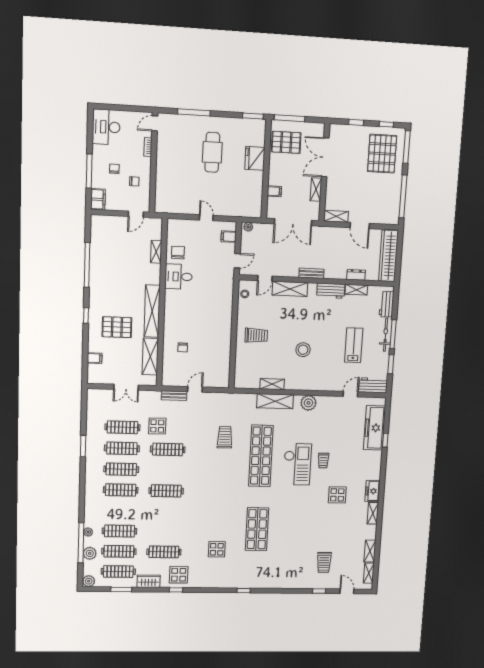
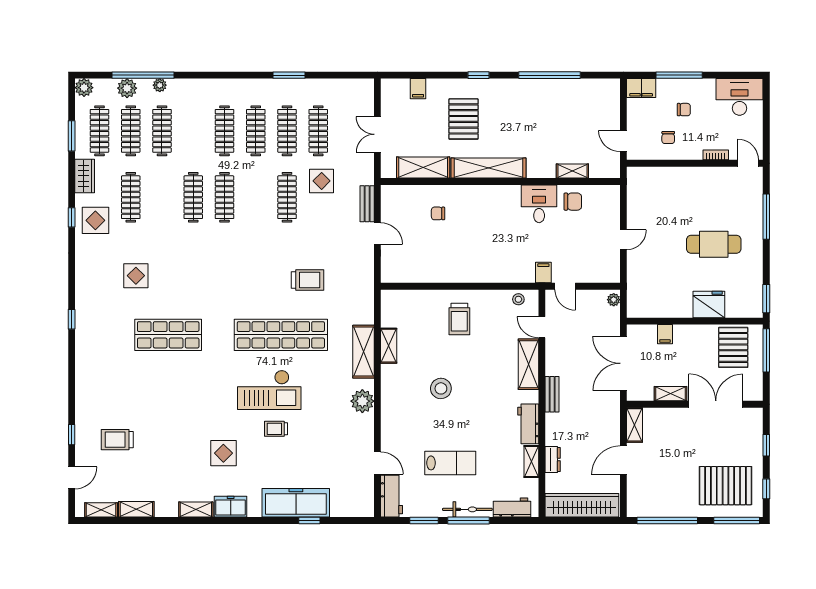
filing cabinet: (229, 237) -> (543, 272), moved
freezer: (374, 428) -> (296, 503), moved
clothes rail: (165, 511) -> (193, 197), added

